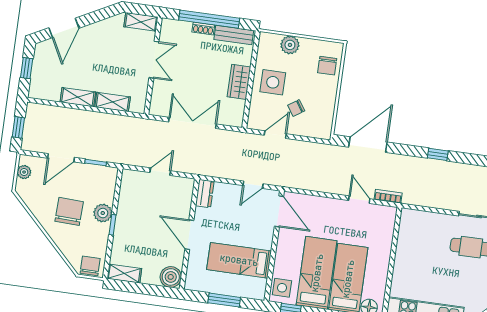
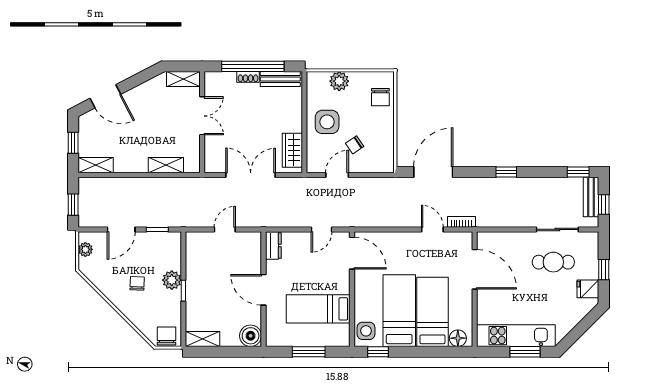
door: (64, 28) -> (105, 96), hinge flipped
wardrobe: (239, 82) -> (292, 150), moved
shelving: (78, 97) -> (96, 165), moved
chair: (69, 211) -> (137, 283), width x0.54, depth x0.54
door: (394, 243) -> (475, 269), added

